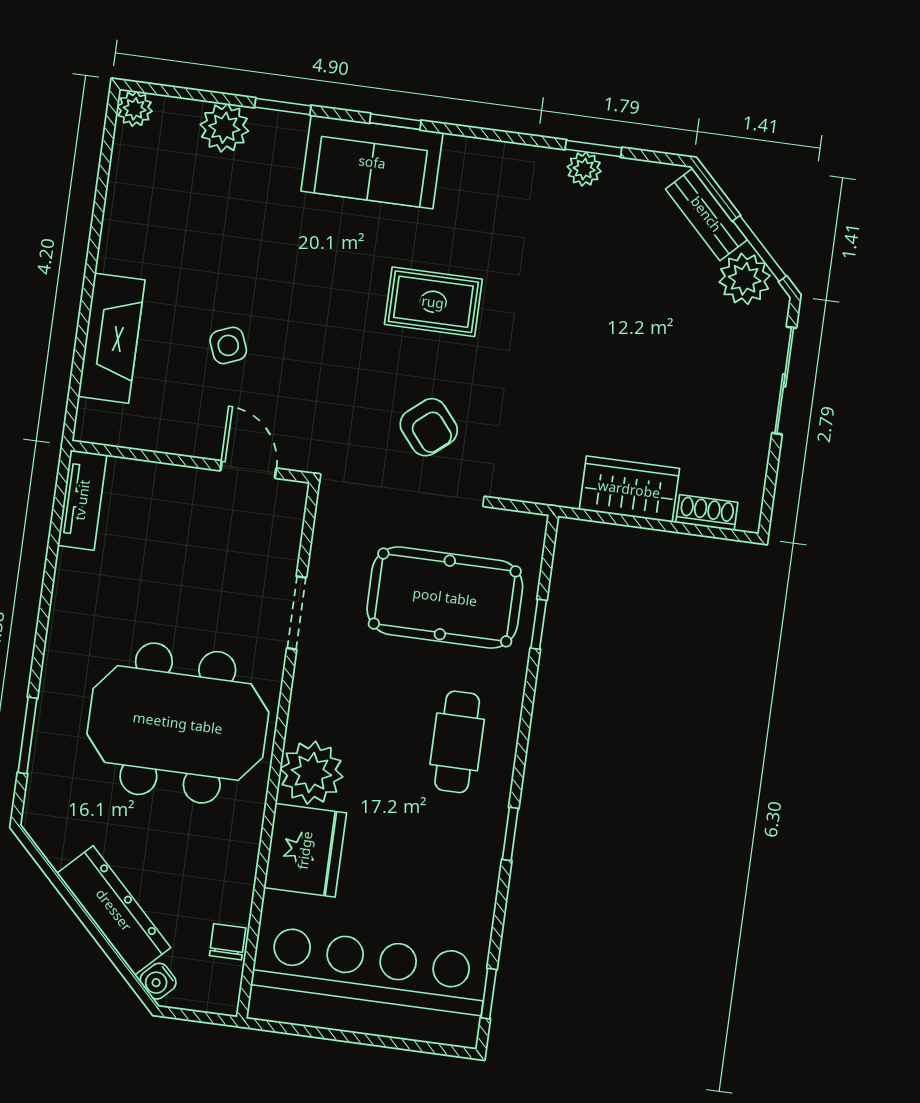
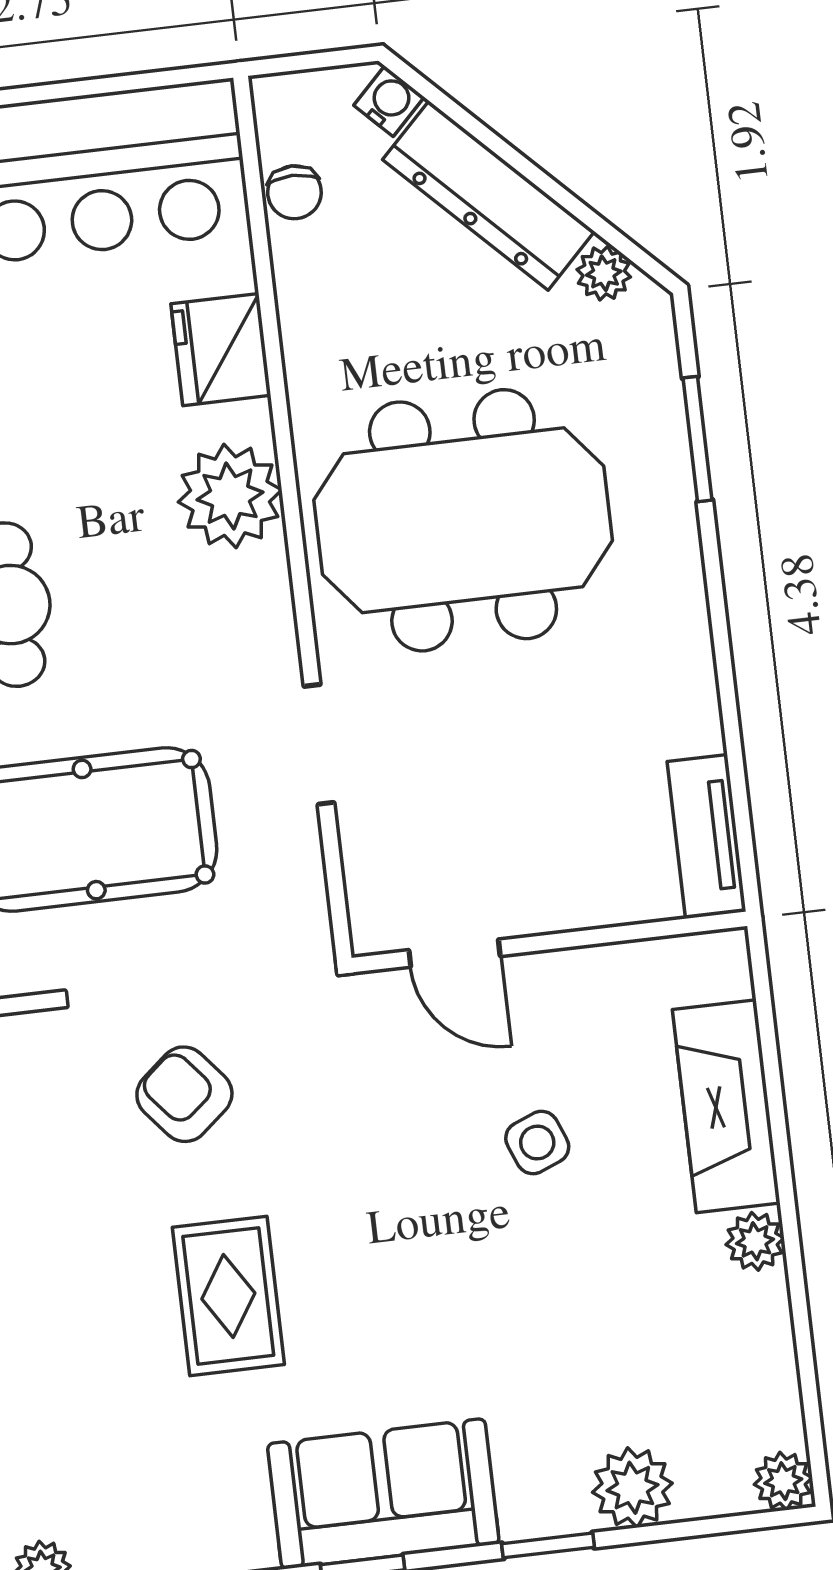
plant: (115, 254) -> (755, 1241), added
rug: (433, 302) -> (228, 1296), turned 90
plant: (58, 847) -> (604, 273), added
fridge: (305, 850) -> (221, 350), width x0.73, depth x0.75

